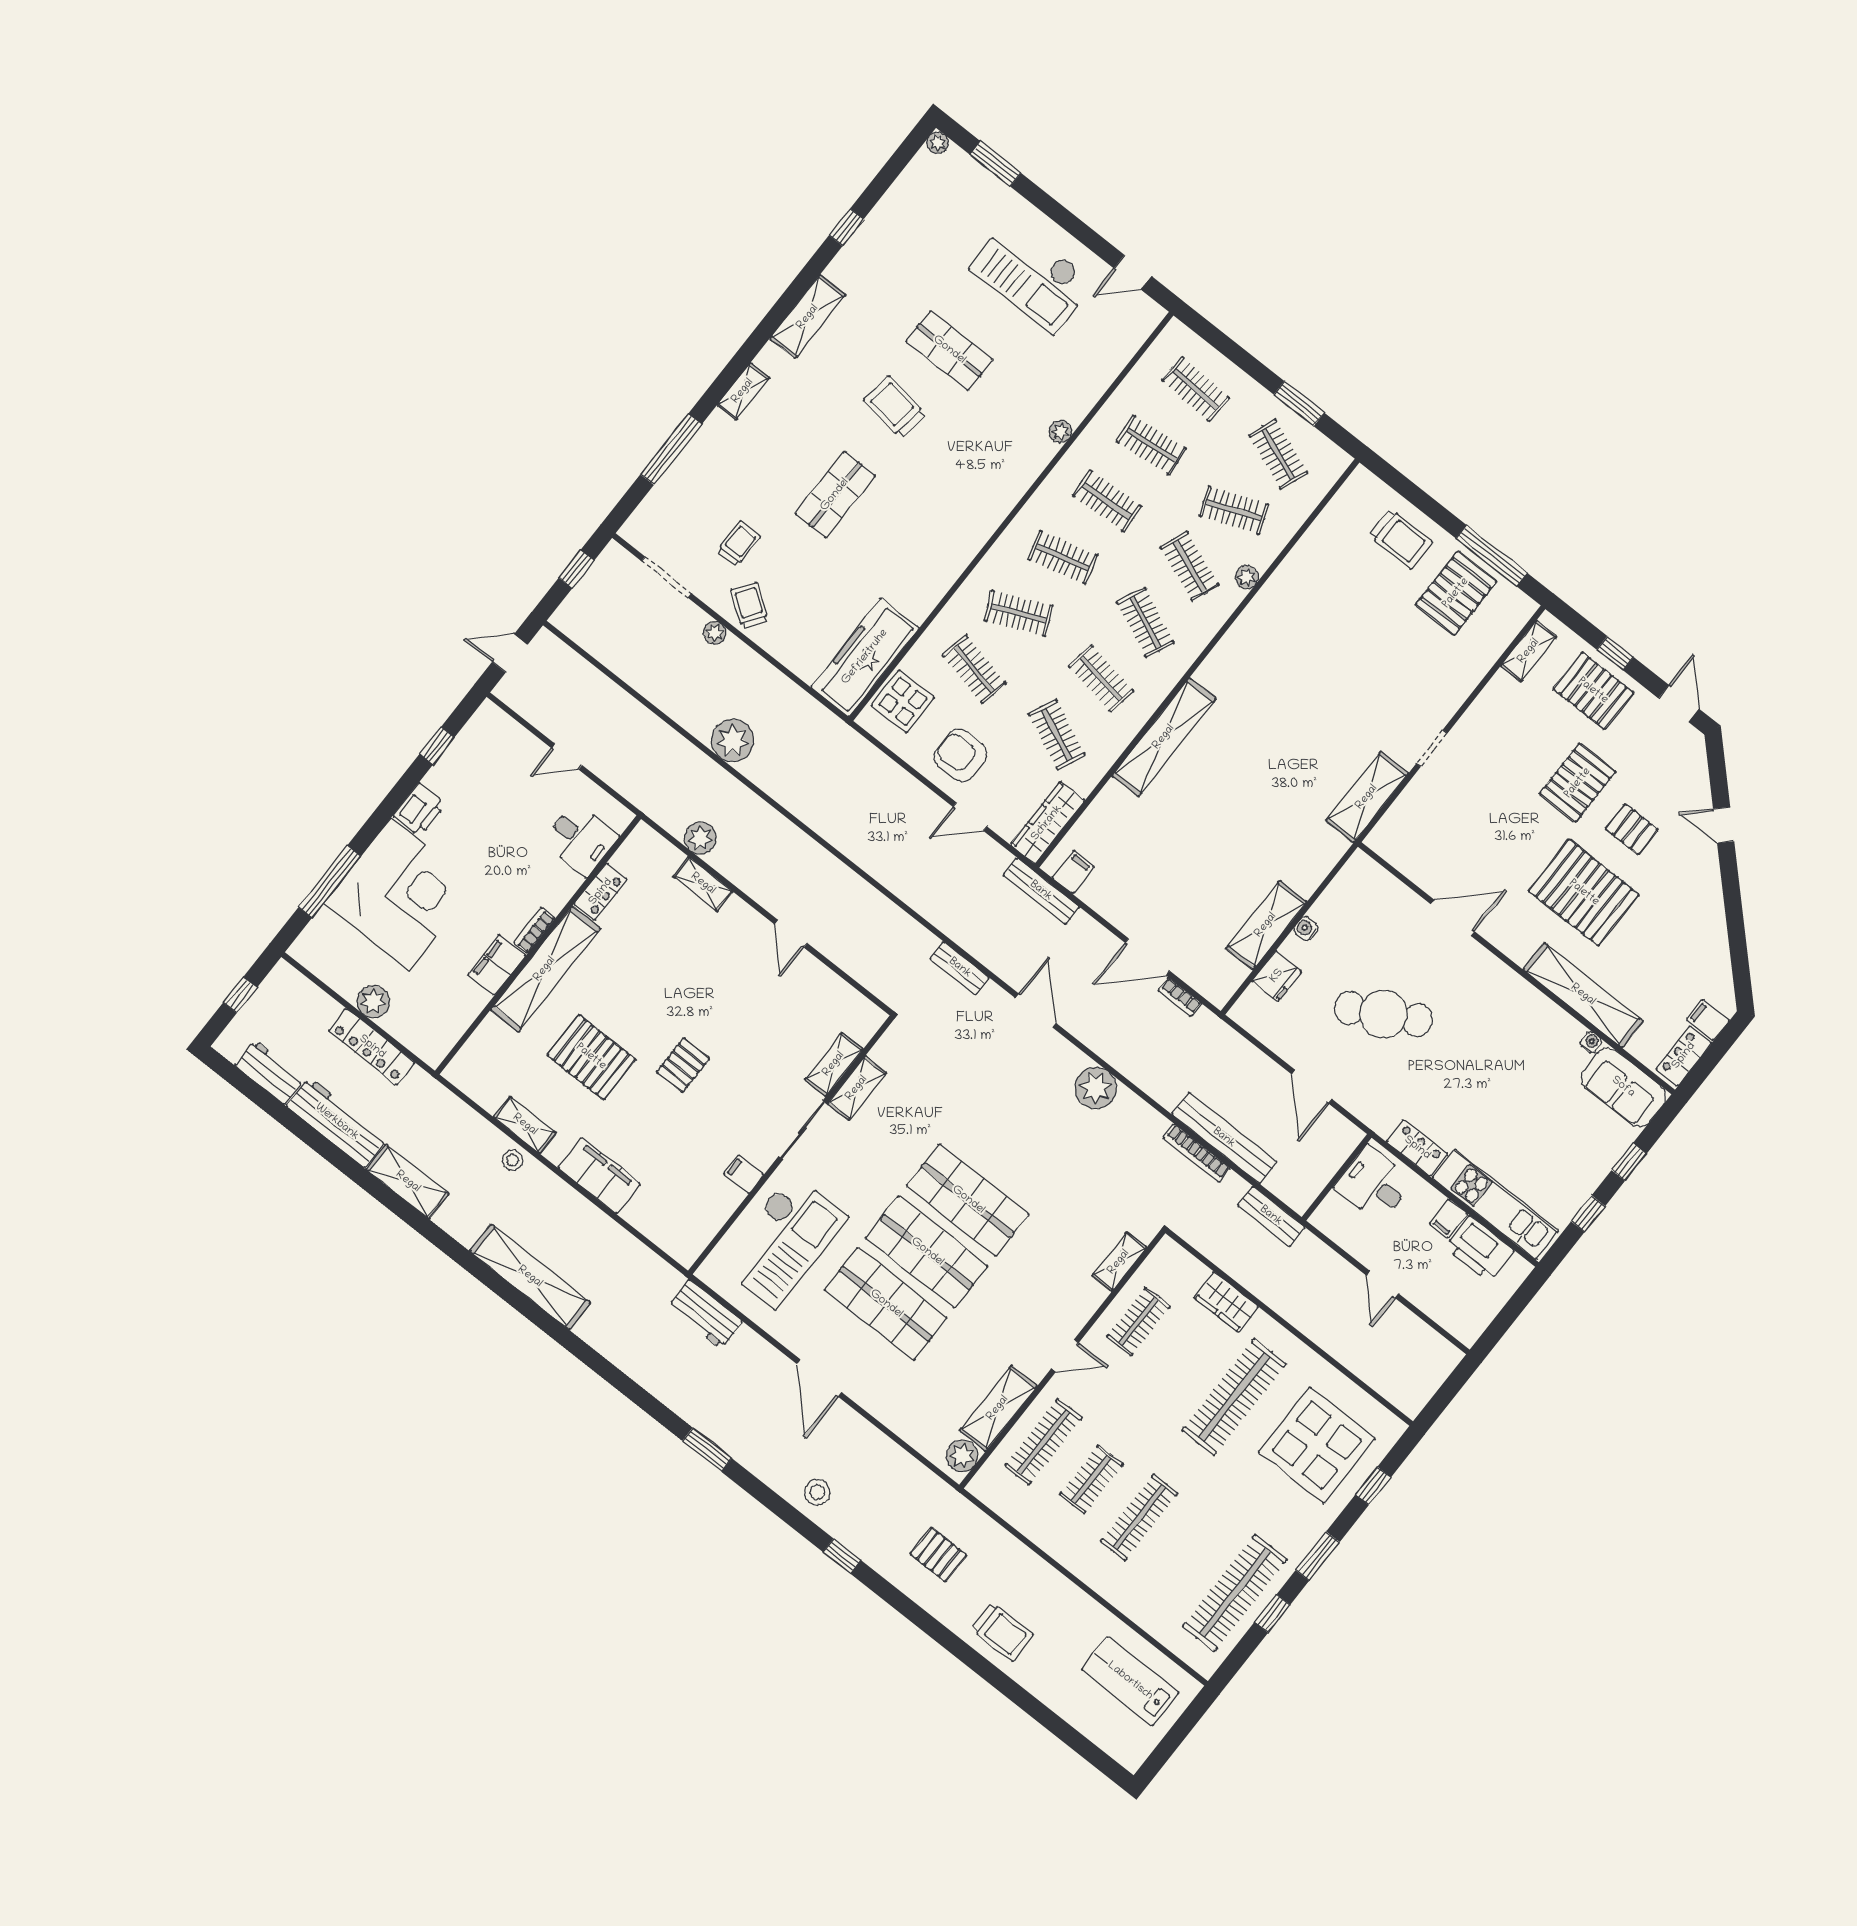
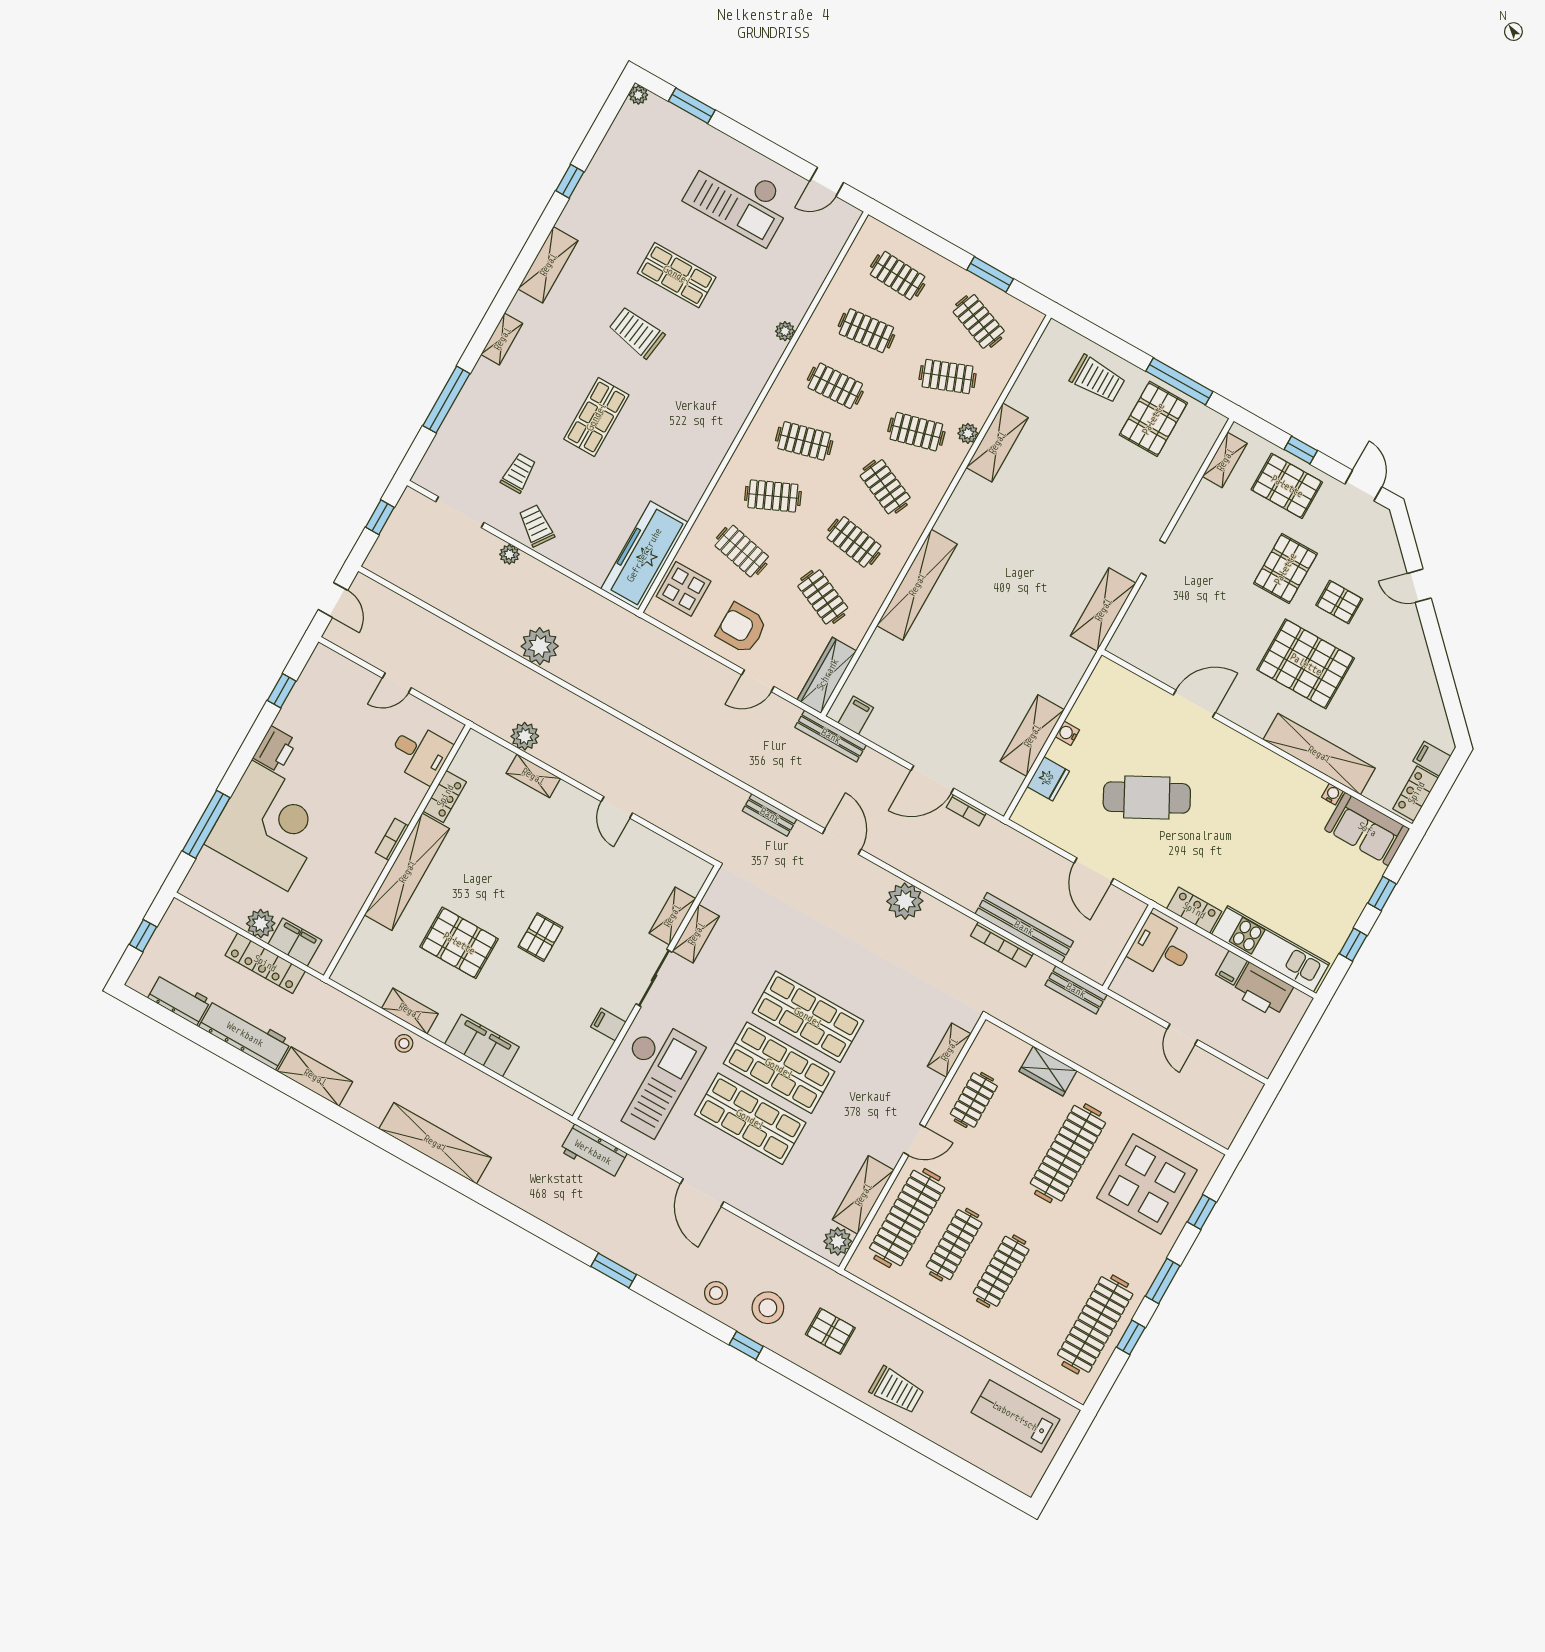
clothes rail: (1190, 566) -> (916, 432), turned -36
shelving: (1278, 592) -> (997, 443), added
door: (510, 653) -> (333, 600), swing flipped
filing cabinet: (497, 965) -> (295, 942), moved, turned 90
clothes rail: (1043, 1442) -> (907, 1218), width x1.37, depth x1.31
clothes rail: (1091, 1479) -> (954, 1245), width x1.36
stool: (873, 1518) -> (768, 1308), added

